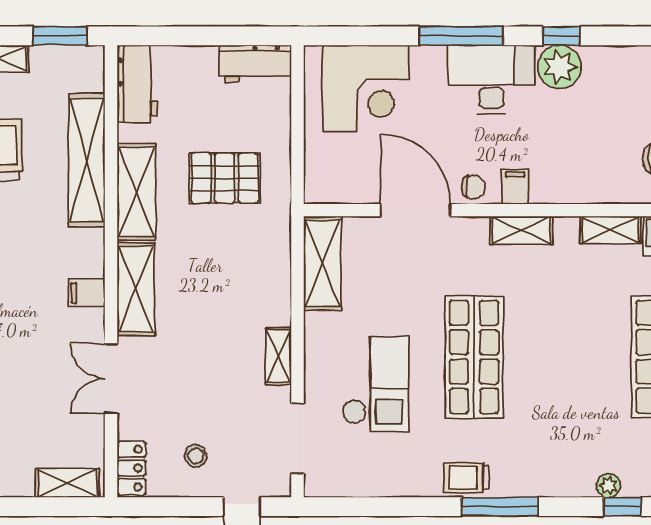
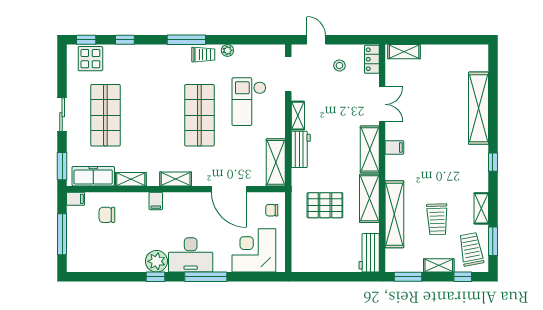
workbench: (255, 64) -> (301, 149), moved, turned 90
chair: (474, 187) -> (272, 210), moved
filing cabinet: (515, 187) -> (156, 201), moved
plant: (608, 485) -> (227, 50), moved

